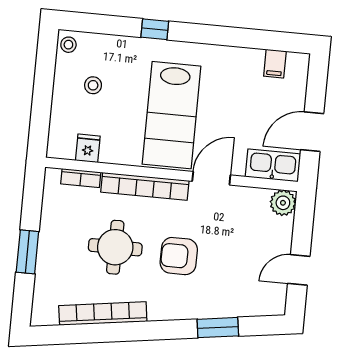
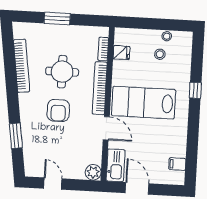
stool: (68, 45) -> (167, 36), moved
armchair: (179, 256) -> (58, 110), turned 180

